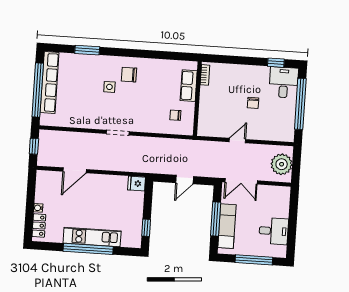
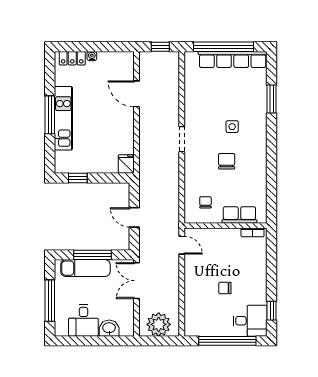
chair: (129, 75) -> (227, 161), moved
door: (237, 141) -> (182, 245), moved
washbasin: (282, 209) -> (109, 328), added
window: (88, 249) -> (50, 115), width x0.68

